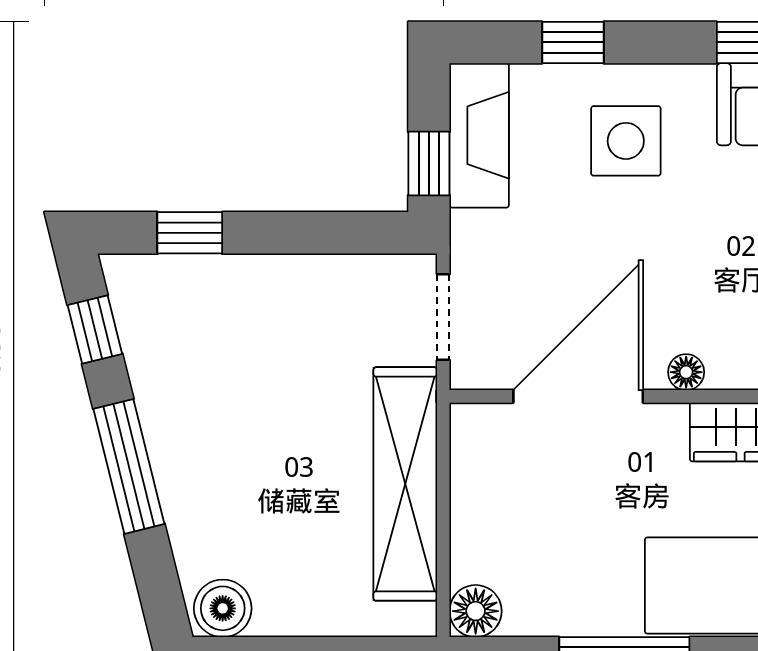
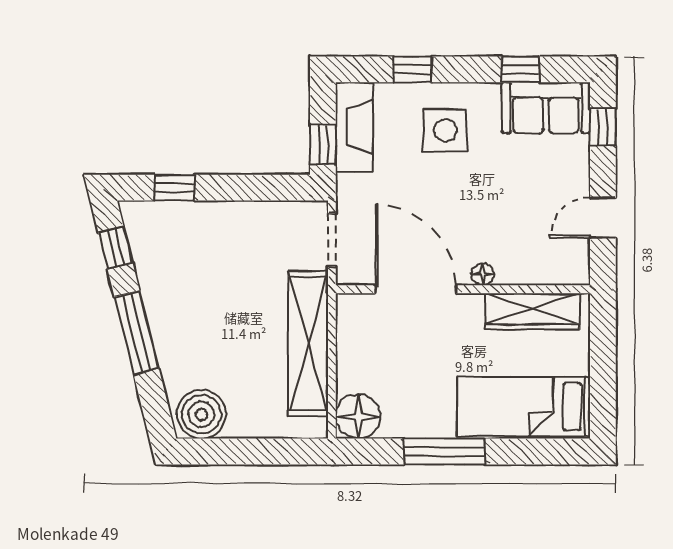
door: (578, 396) -> (416, 289), hinge flipped
boiler: (223, 608) -> (201, 414), width x1.37, depth x1.37
floor lamp: (476, 611) -> (358, 416), width x1.38, depth x1.38

